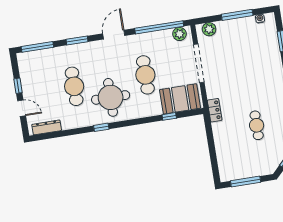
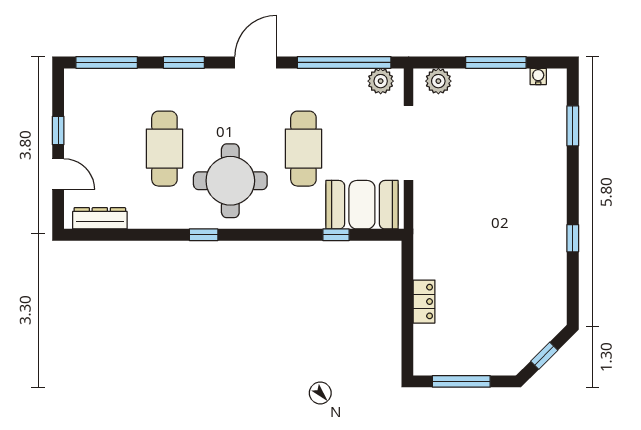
locker: (215, 110) -> (424, 302), moved
cafe table: (257, 125) -> (499, 278), removed

